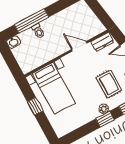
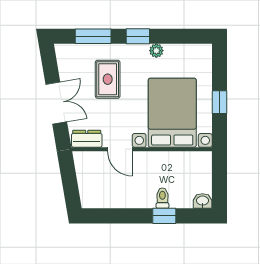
window: (31, 21) -> (164, 216), width x0.46
bed with nightstands: (54, 88) -> (172, 113), width x1.36
plant: (104, 109) -> (156, 51), moved

